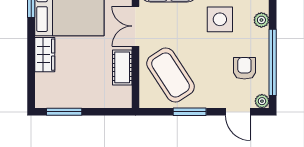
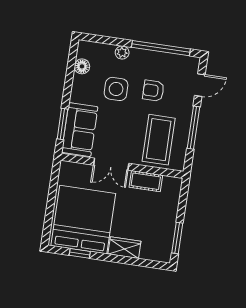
armchair: (244, 68) -> (153, 91), moved
coffee table: (171, 75) -> (159, 140), turned -57
plant: (262, 101) -> (194, 63), removed
window: (190, 112) -> (194, 128), width x1.44

